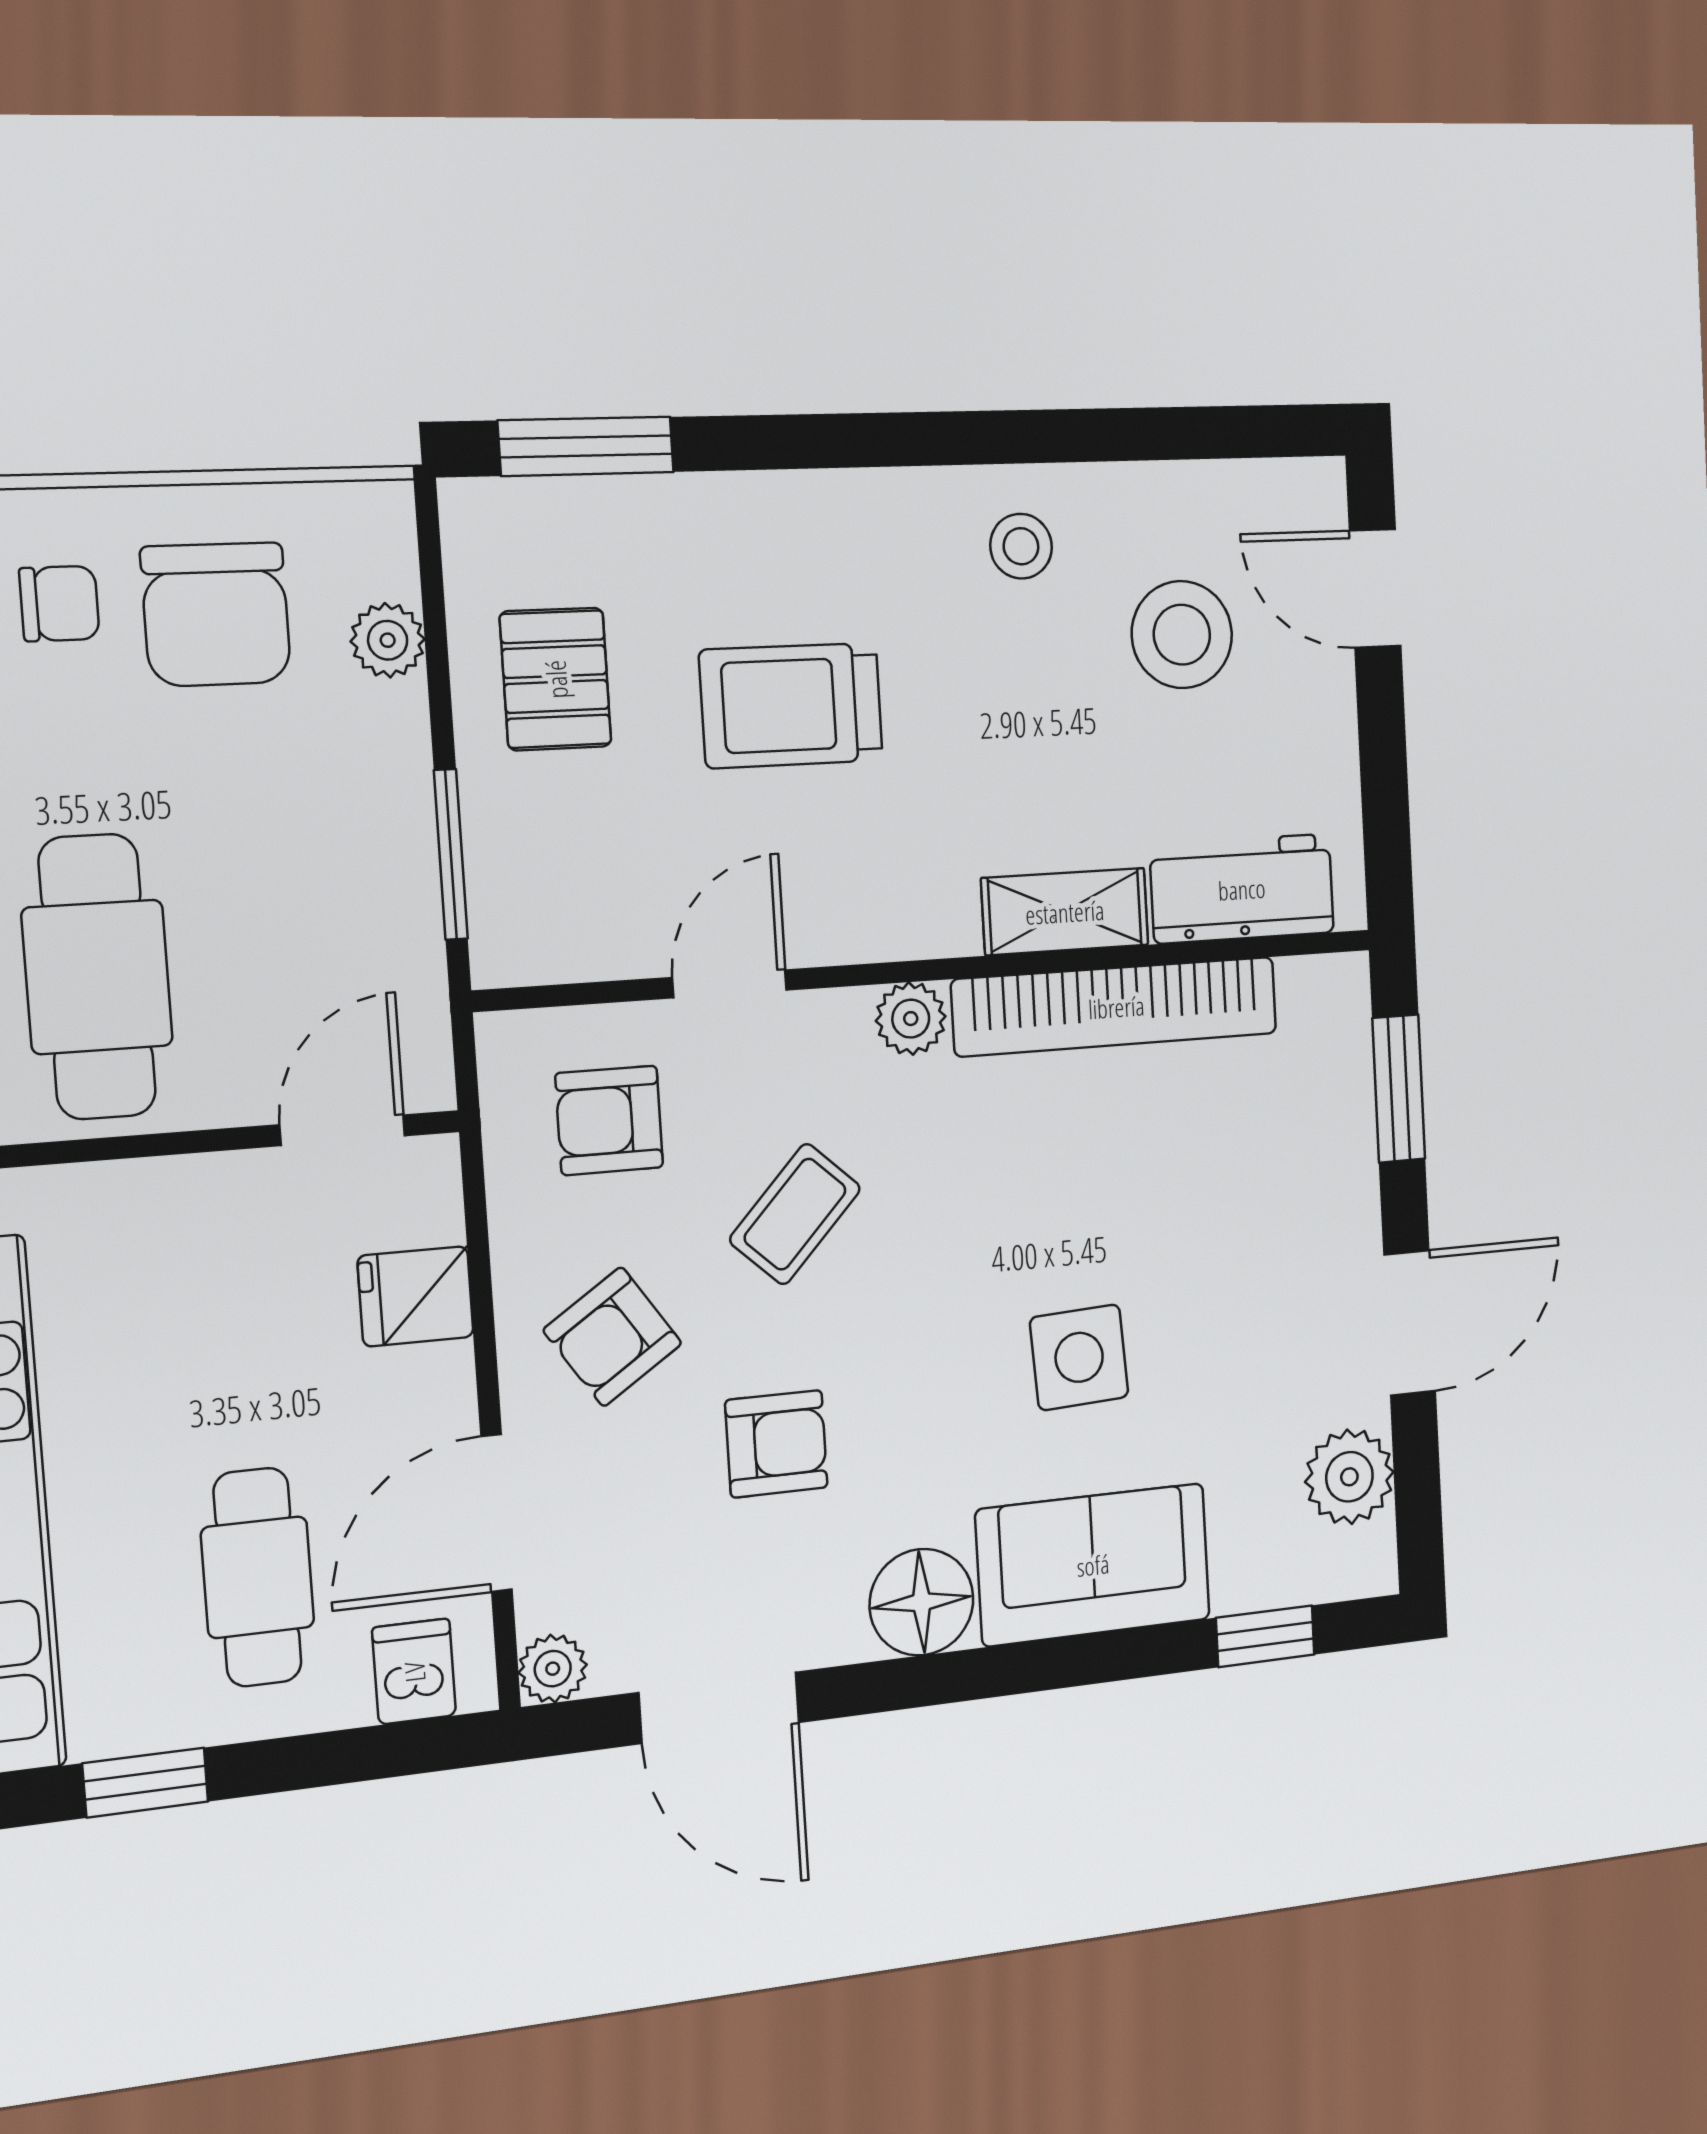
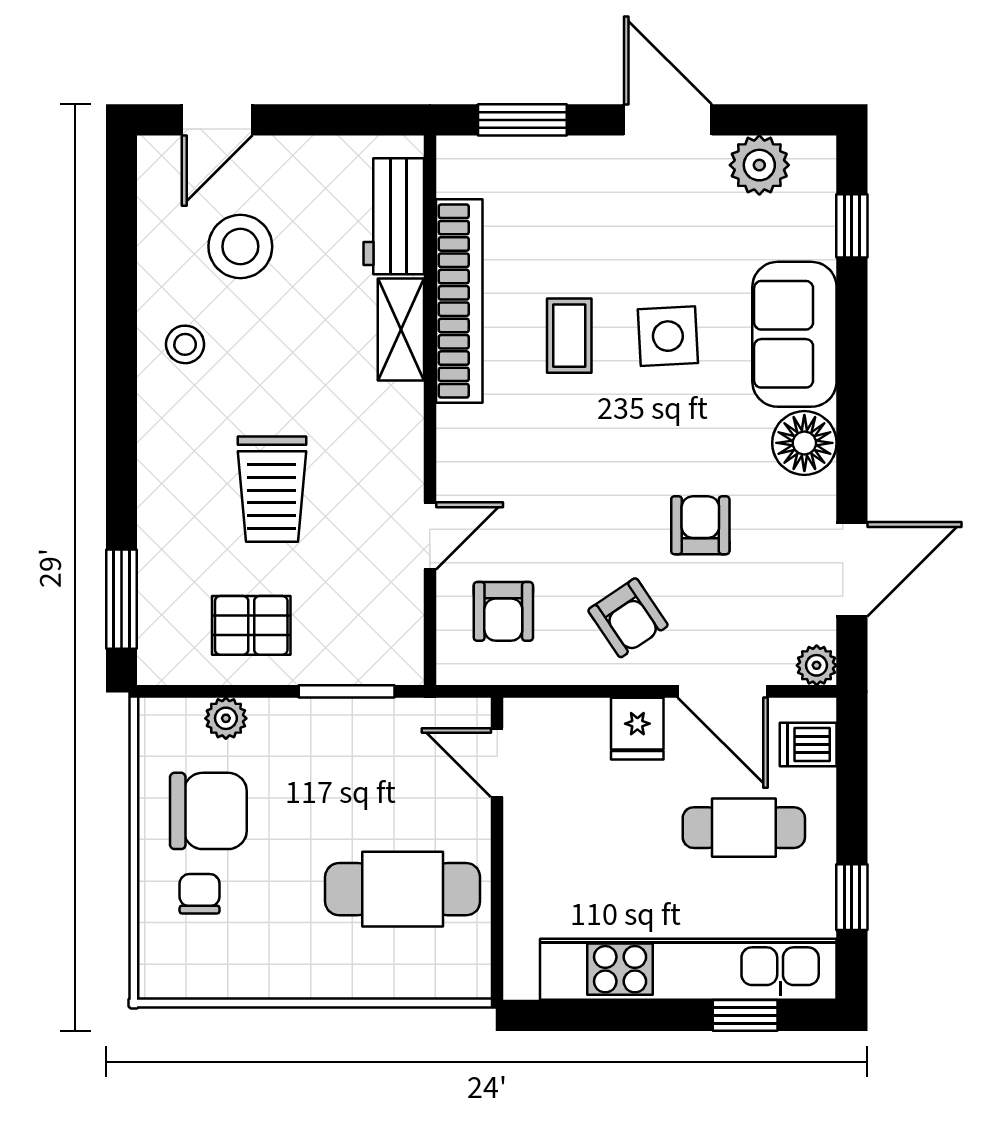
door: (730, 984) -> (430, 536), swing flipped
plant: (911, 1019) -> (458, 429), removed
coffee table: (795, 1214) -> (569, 336), moved, turned 47
fridge: (416, 1296) -> (637, 729), moved

